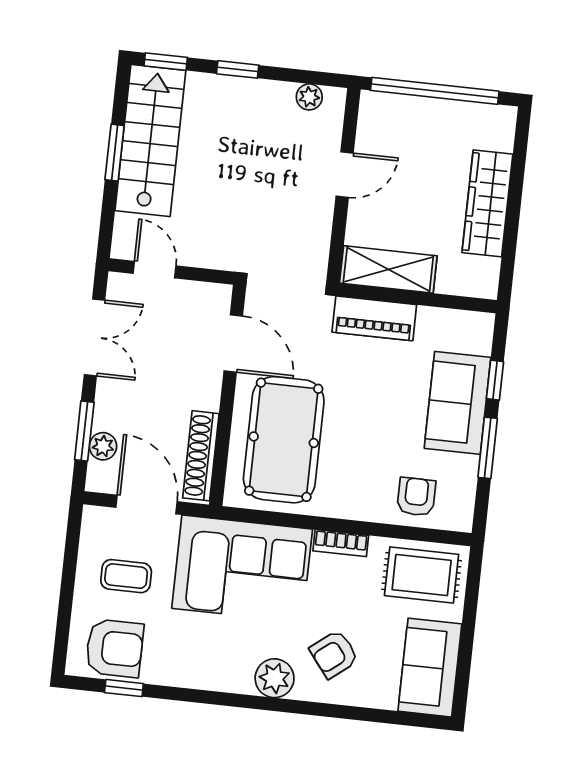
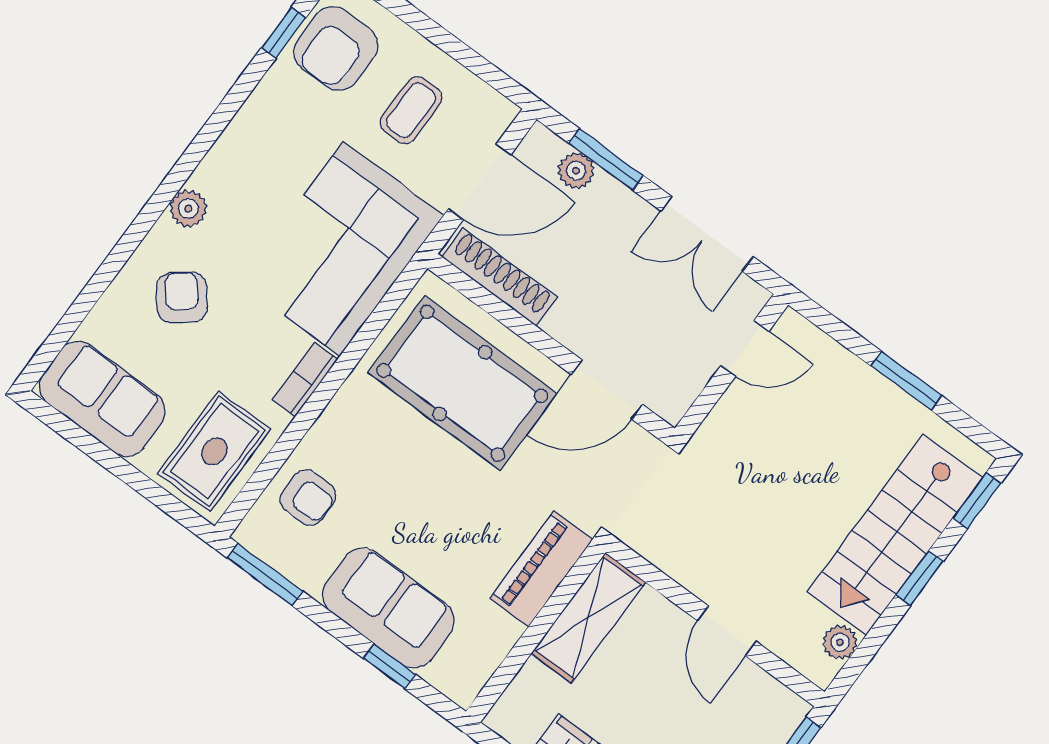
stairs: (150, 141) -> (895, 535), moved, turned 90
window: (488, 448) -> (265, 575), moved
plant: (275, 678) -> (188, 209), width x0.73, depth x0.73

